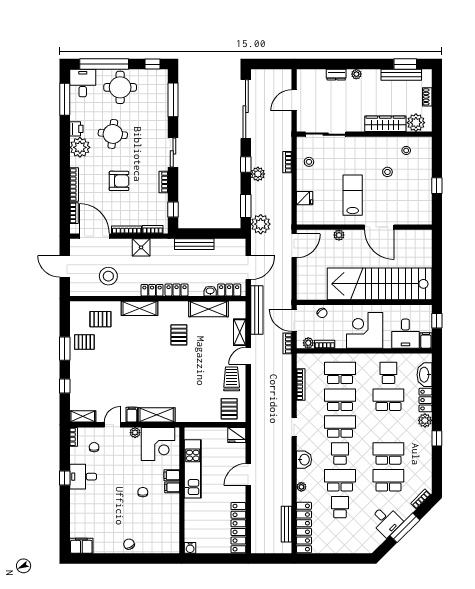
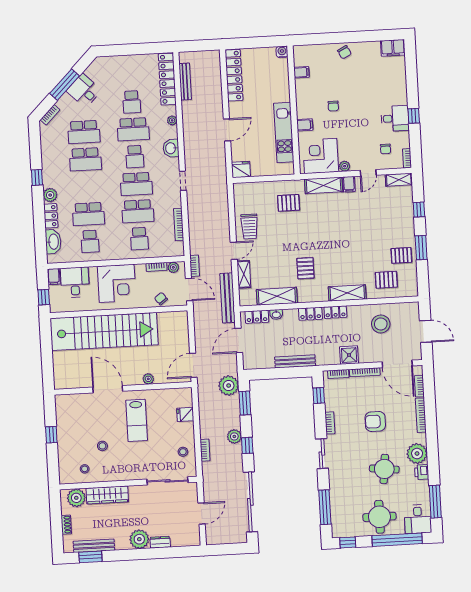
plant: (356, 74) -> (139, 539), width x1.88, depth x1.88
school desk: (340, 373) -> (139, 239), width x0.54
pallet: (229, 409) -> (289, 203), moved, turned 90
filing cabinet: (172, 487) -> (301, 72), moved

